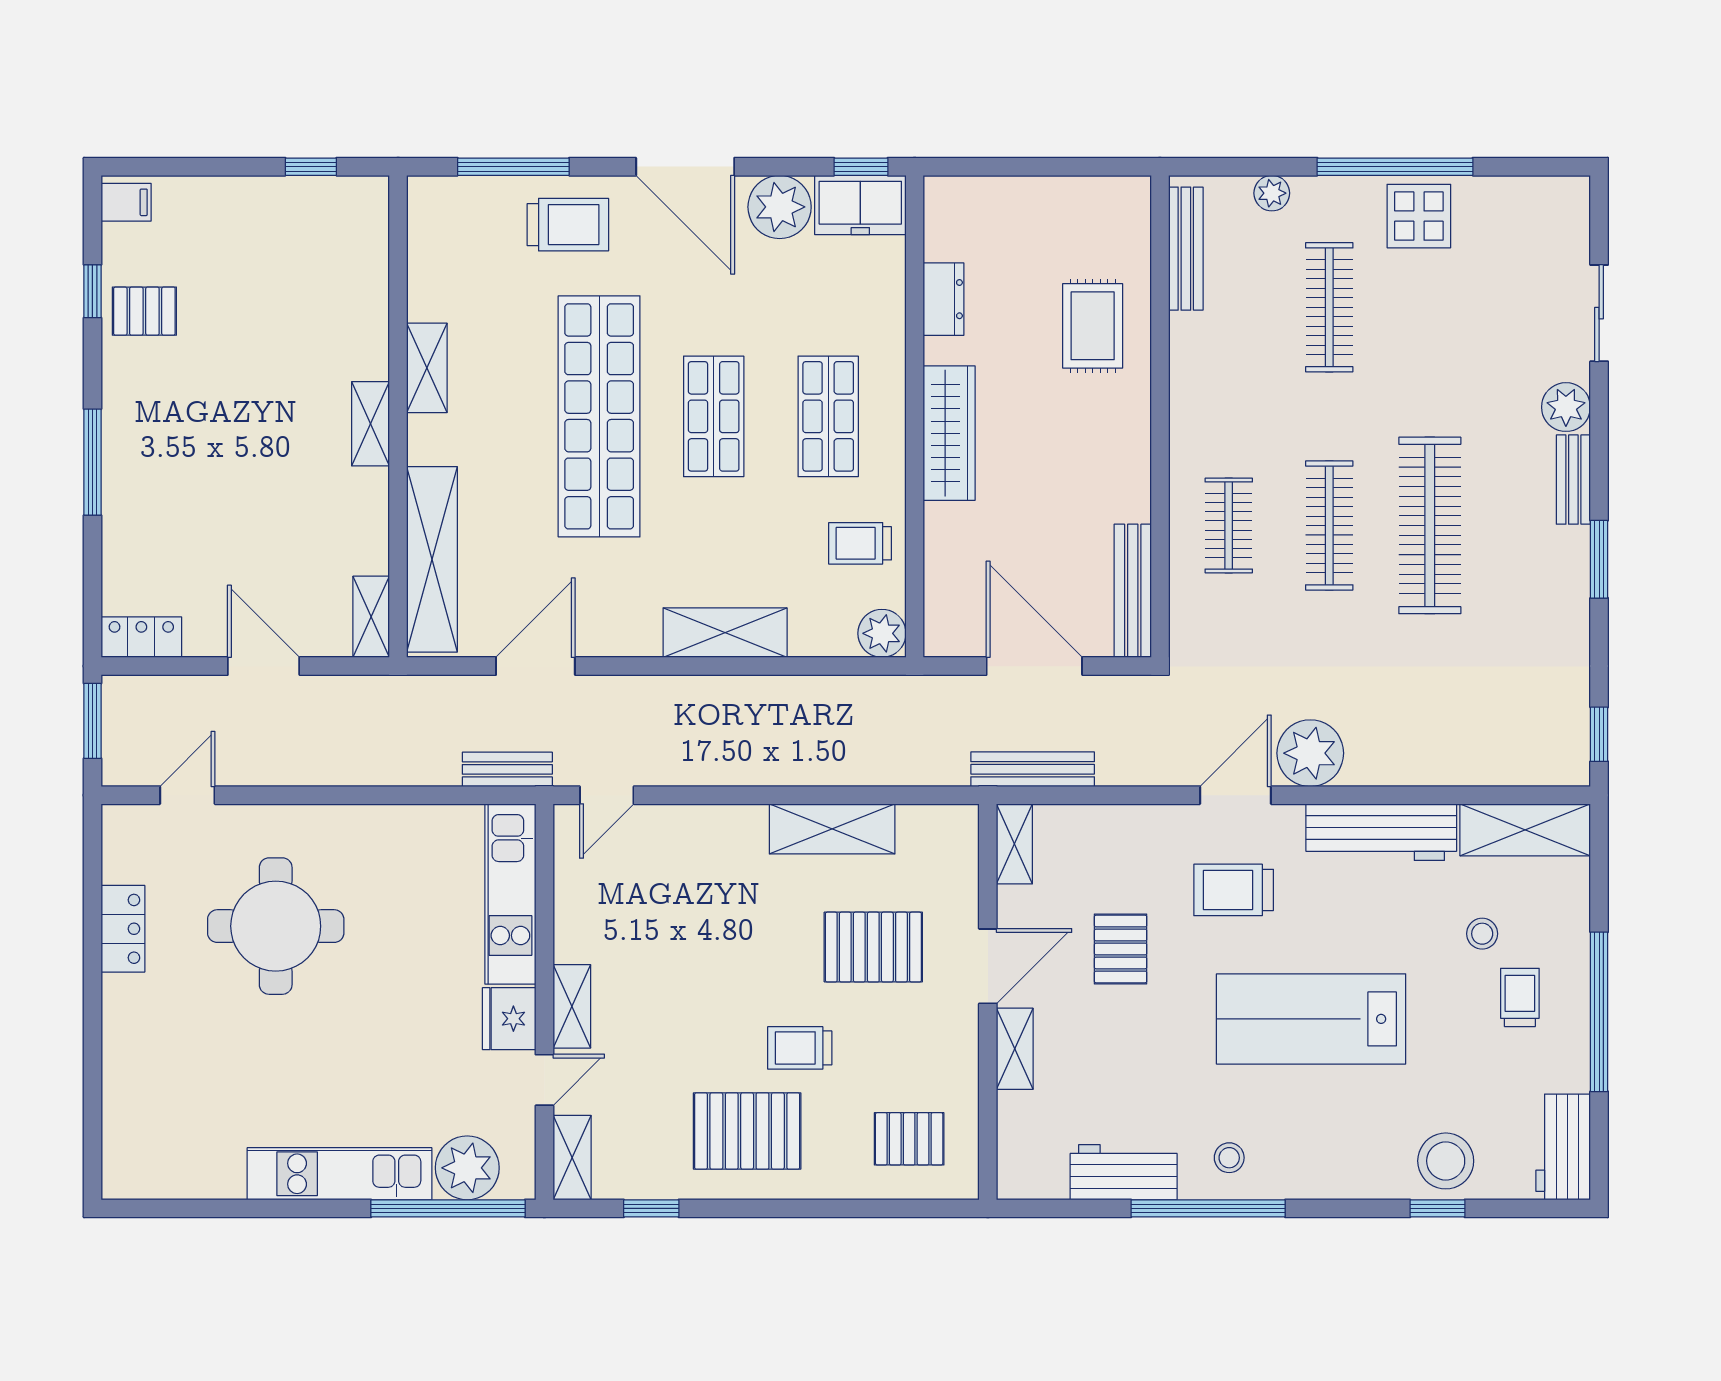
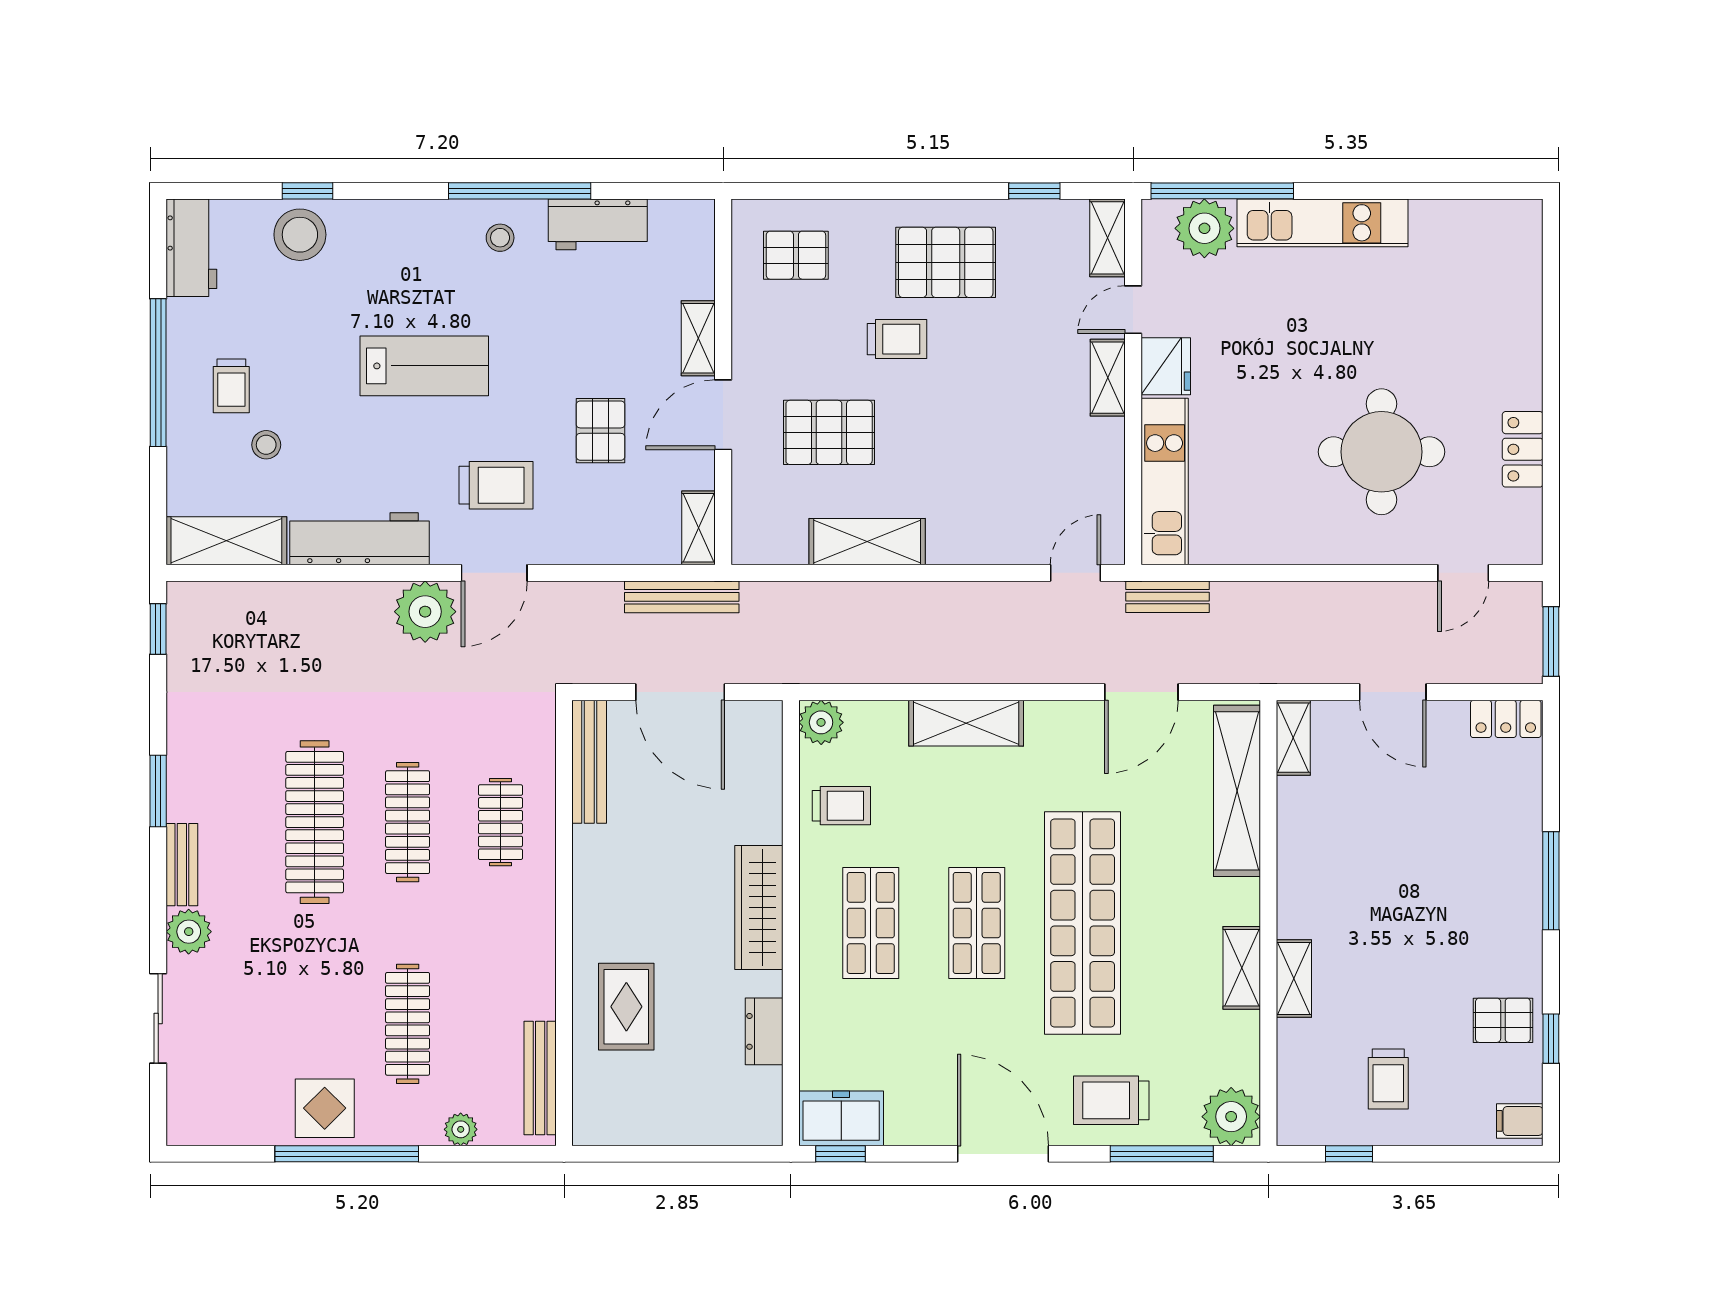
plant: (780, 207) -> (1231, 1117), moved
trolley: (268, 248) -> (1388, 1079), added
shelving: (371, 424) -> (1294, 979), moved
lab bench: (1311, 1019) -> (424, 366), width x0.73, depth x0.72

